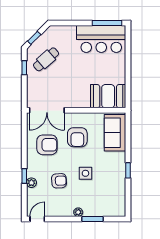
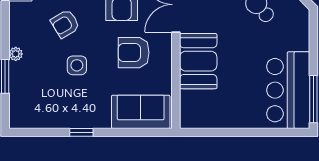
booth: (108, 96) -> (198, 61), moved
armchair: (59, 181) -> (65, 24), turned 62

